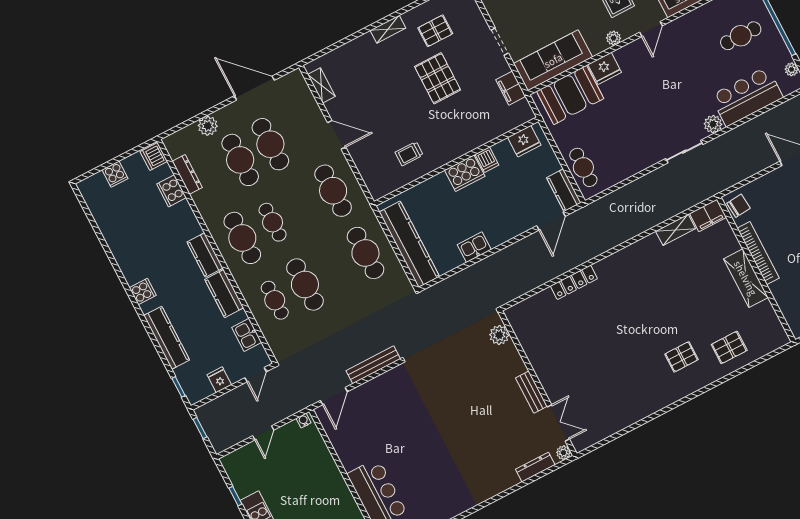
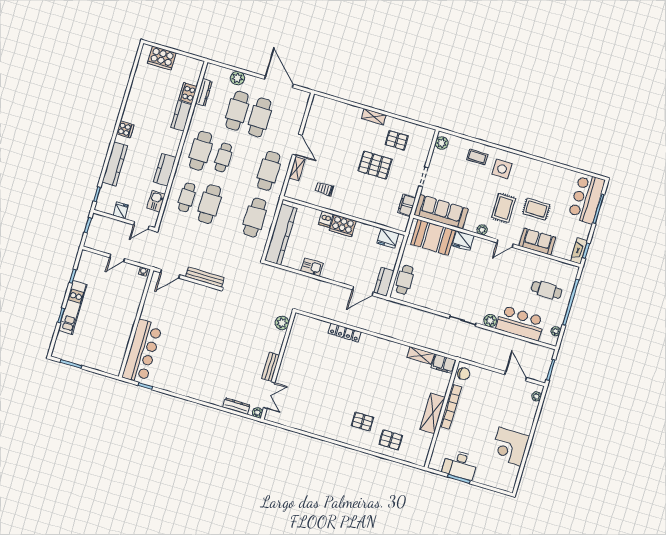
pallet: (438, 78) -> (375, 165), turned 90
shelving: (321, 85) -> (297, 169), moved
dishwasher: (154, 157) -> (196, 67), removed
dishwasher: (487, 160) -> (326, 219), moved
cooker: (115, 174) -> (162, 58), width x1.87, depth x1.31
kitchen counter: (205, 255) -> (181, 116), moved

